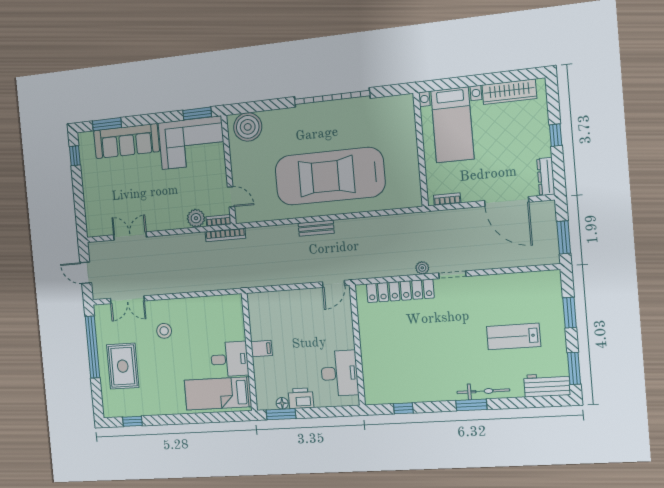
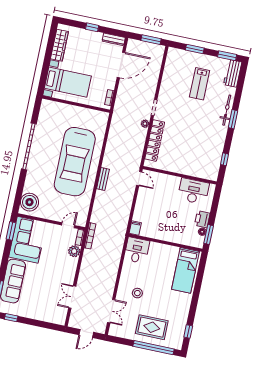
window: (92, 347) -> (154, 348), moved
filing cabinet: (262, 349) -> (135, 228), moved
desk: (230, 359) -> (137, 250), moved

